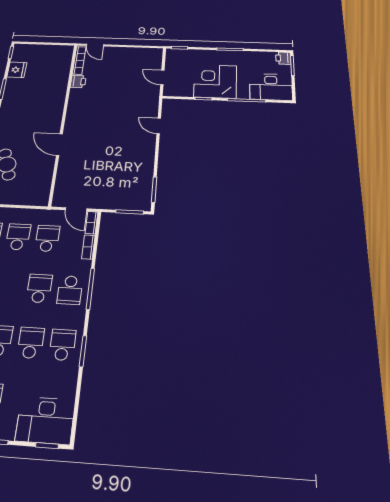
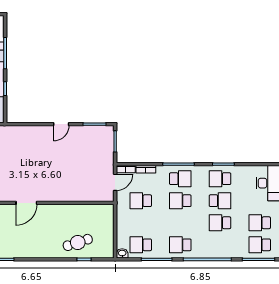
door: (159, 126) -> (61, 124), moved
door: (59, 145) -> (26, 203), moved
school desk: (18, 237) -> (141, 223), removed
school desk: (31, 343) -> (220, 201), turned 180

